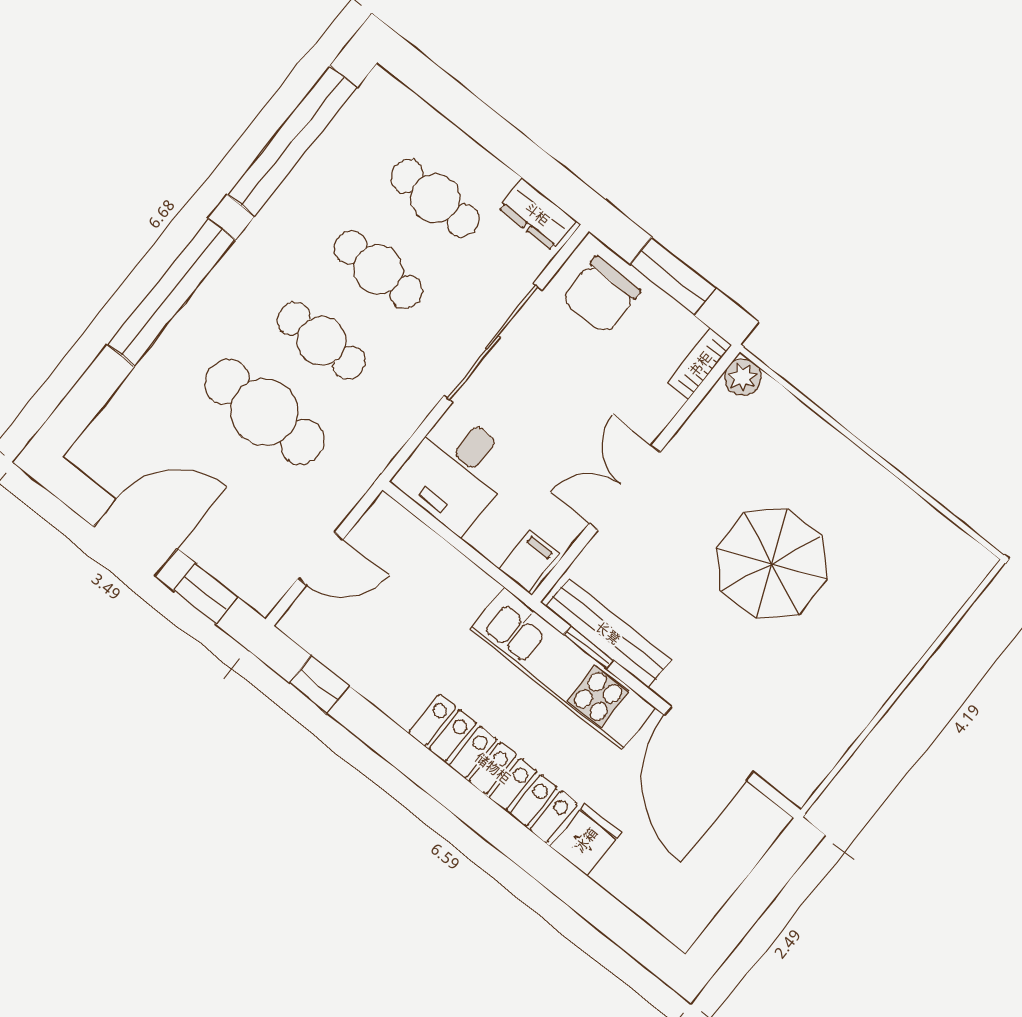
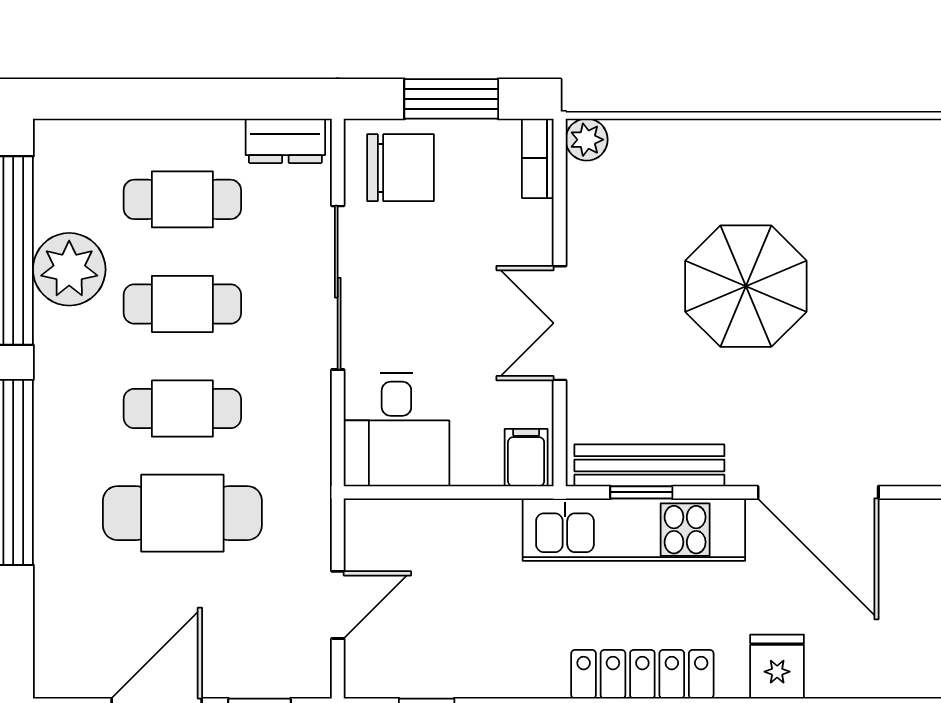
plant: (320, 184) -> (69, 269), added
chair: (601, 295) -> (401, 168), turned -90
locker: (493, 768) -> (642, 674), width x0.71, depth x0.83

